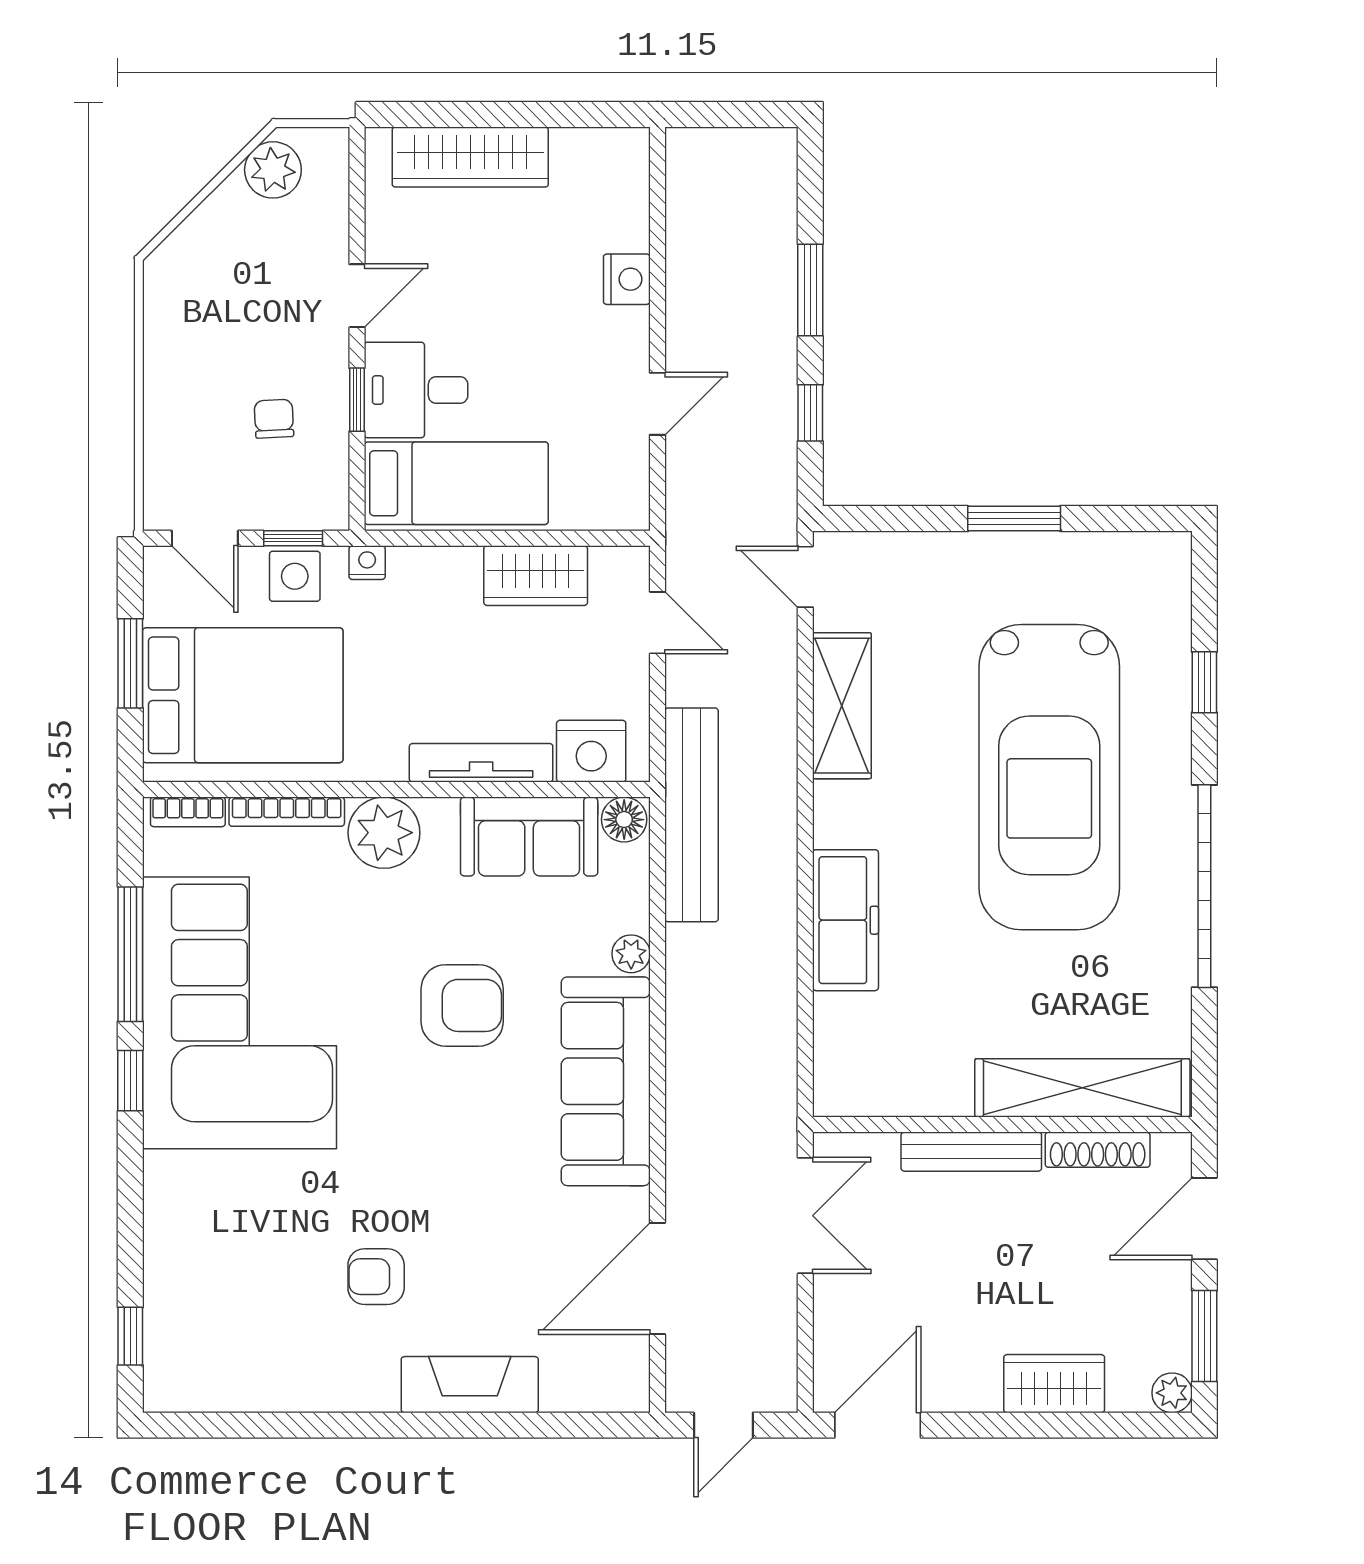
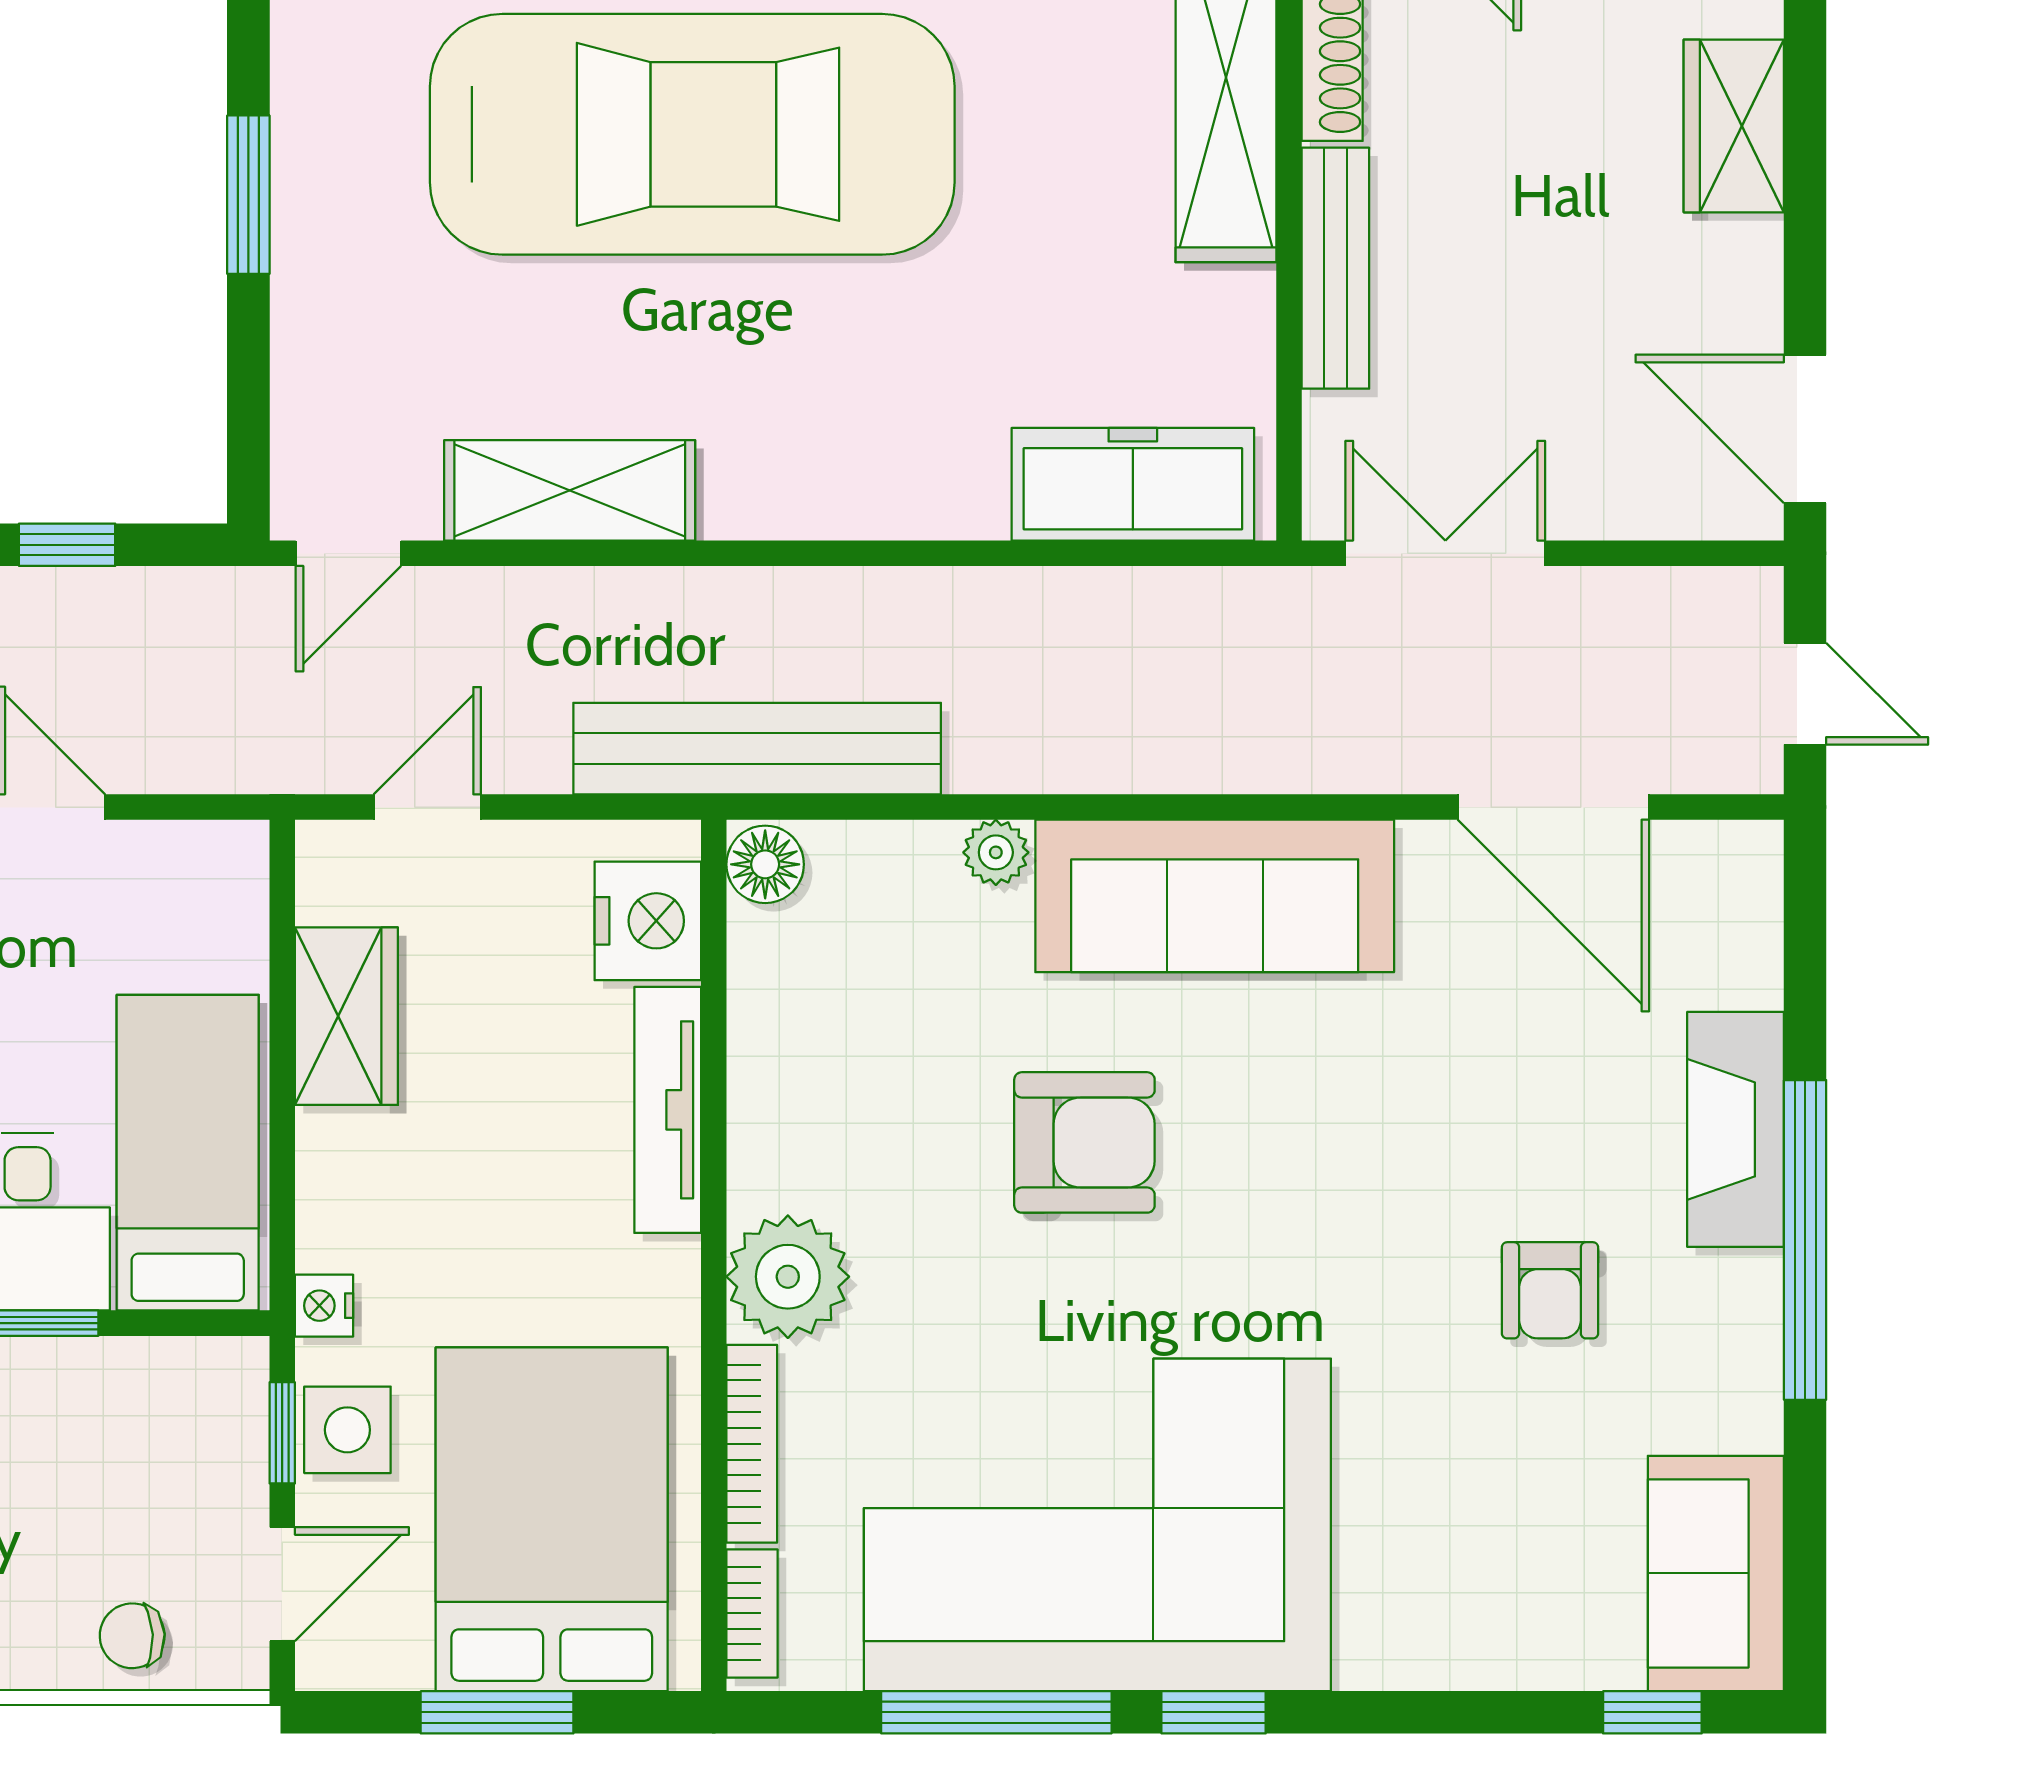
chair: (274, 419) -> (132, 1636), moved
sofa: (529, 837) -> (1716, 1573), moved, turned 180
freezer: (845, 920) -> (1133, 484), moved
armchair: (462, 1005) -> (1084, 1142), turned 90
window: (405, 1425) -> (1805, 1240), added

